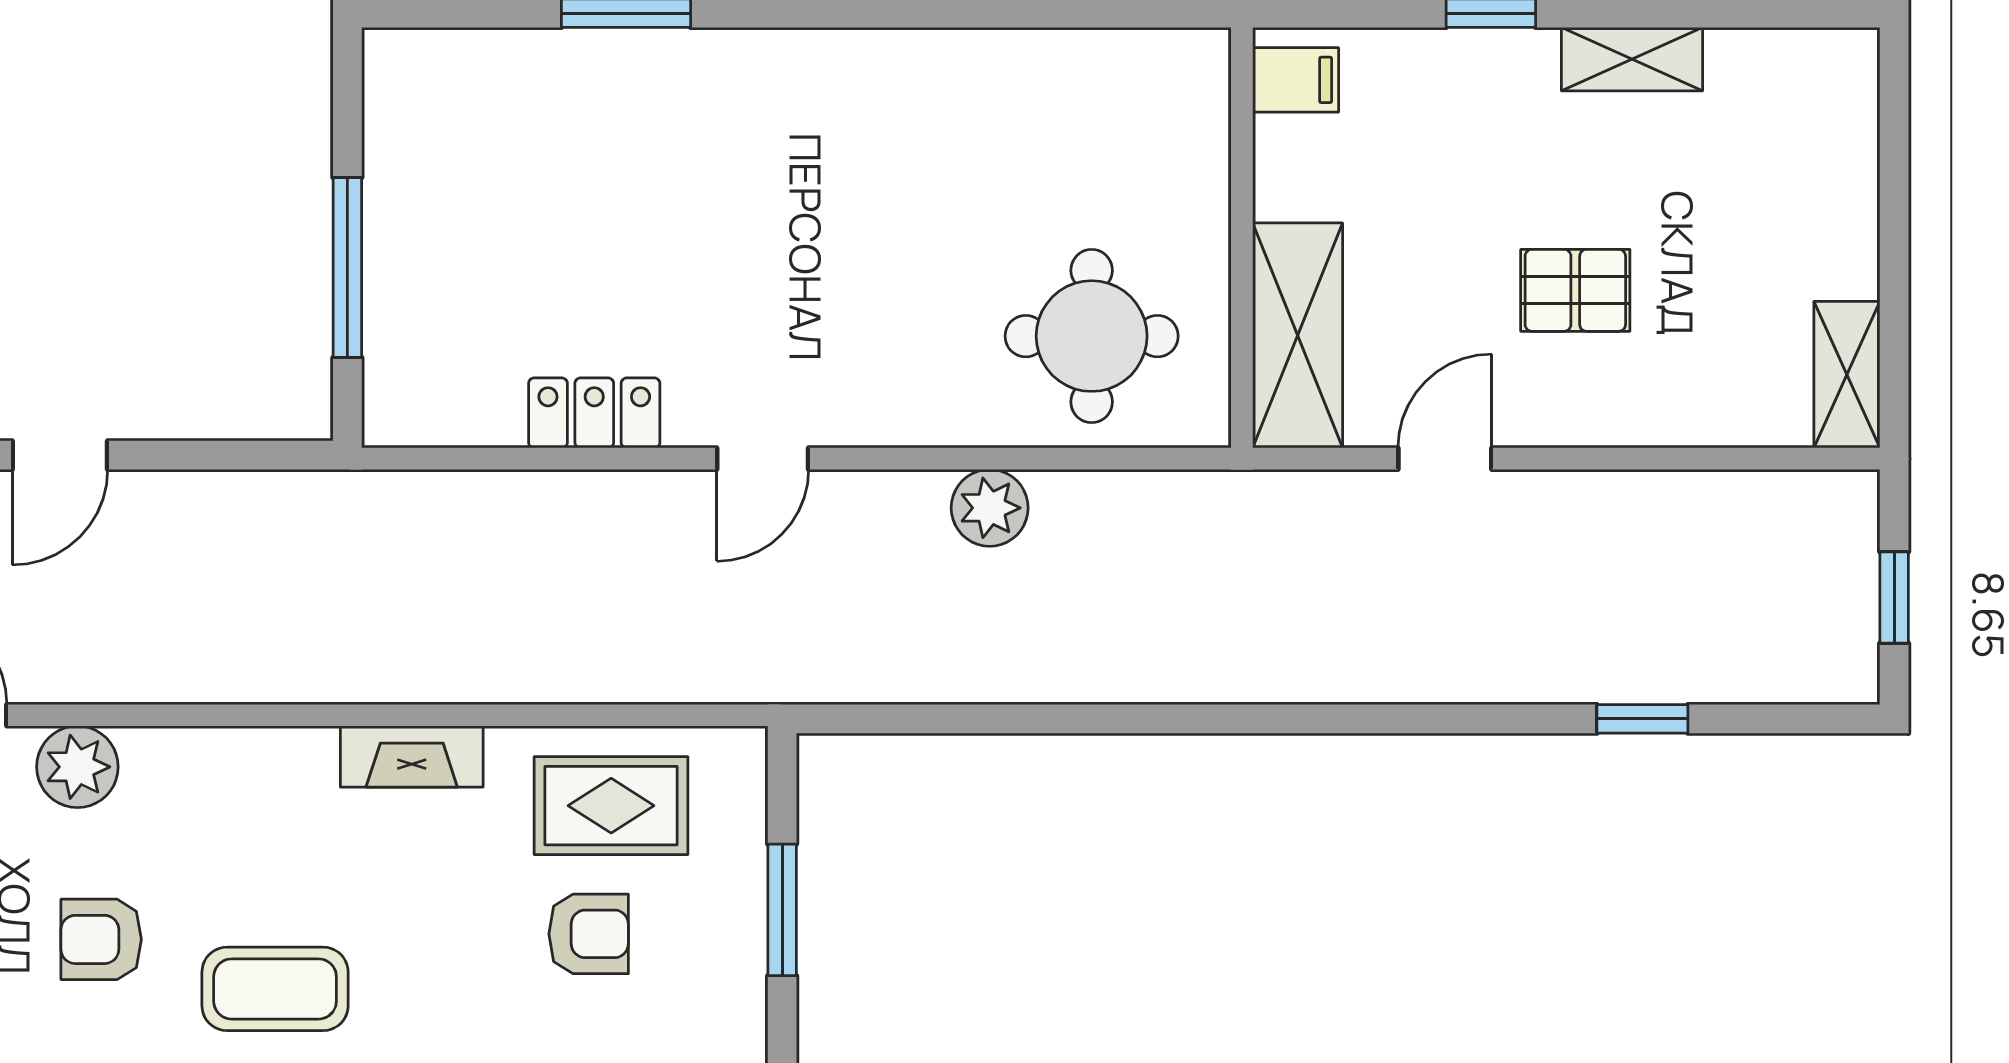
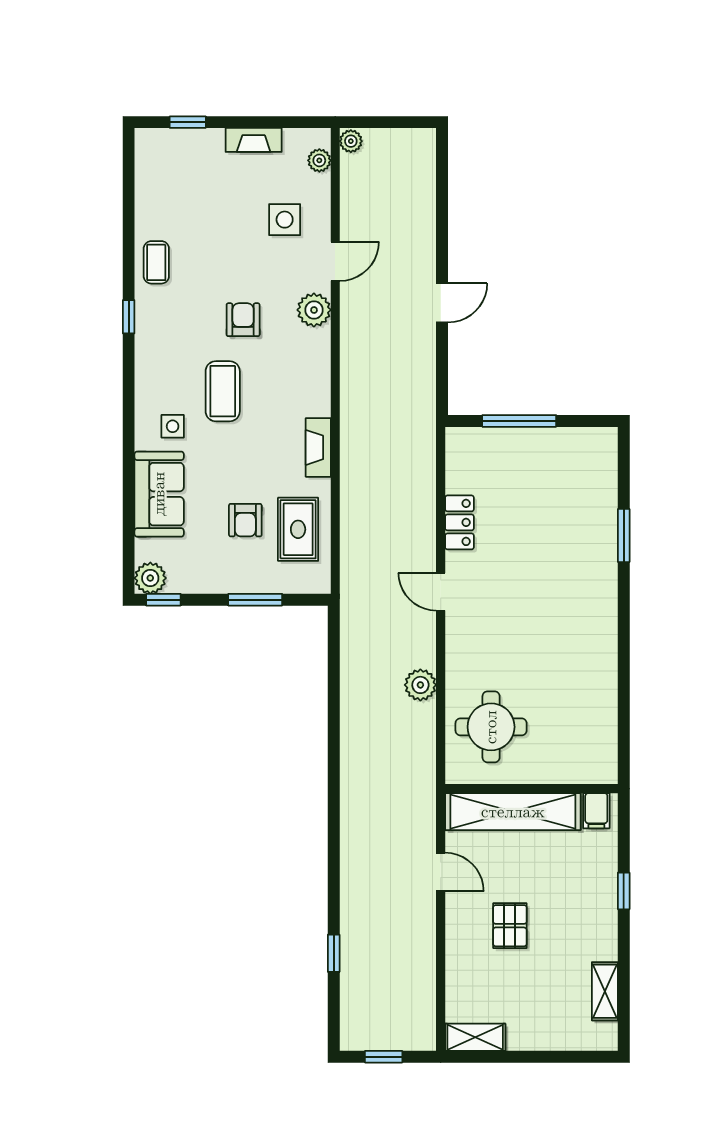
shelving: (1632, 59) -> (605, 991), moved
shelving: (1298, 335) -> (513, 812), width x1.47
door: (60, 455) -> (442, 303), swing flipped

